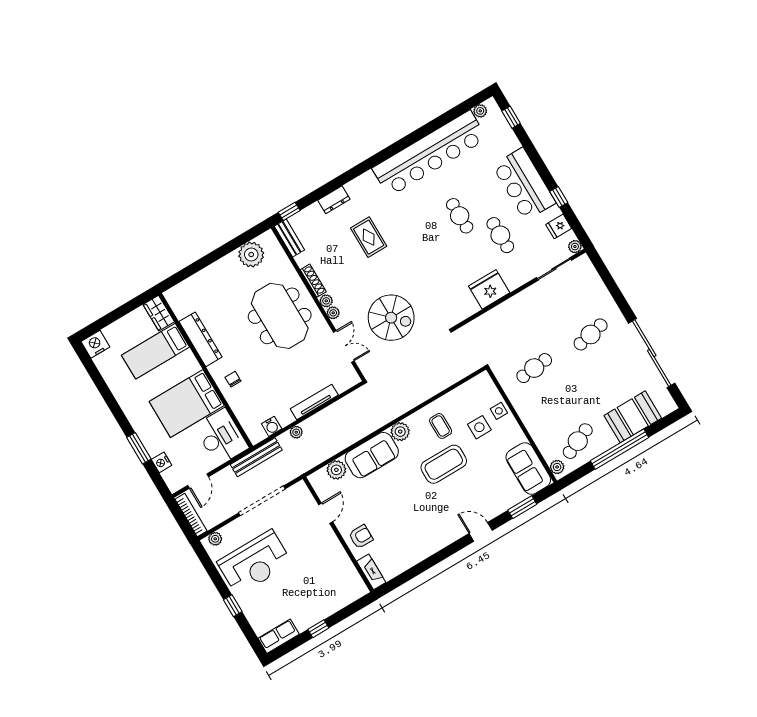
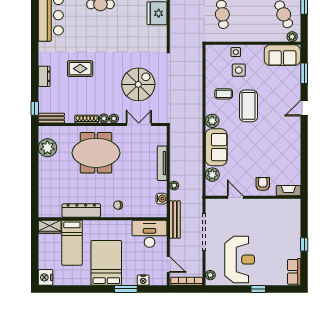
bed: (187, 404) -> (106, 263), moved, turned 180

